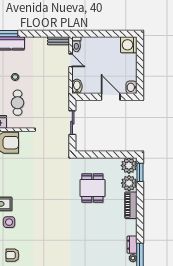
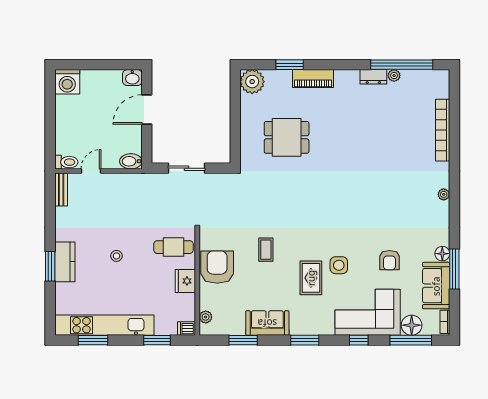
cafe table: (18, 103) -> (174, 247), moved
window: (140, 172) -> (290, 65), moved
coffee table: (19, 175) -> (266, 250), added
plant: (129, 183) -> (279, 81), removed

